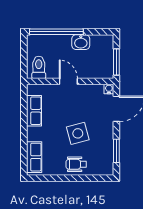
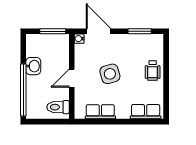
side table: (78, 133) -> (110, 74), moved

